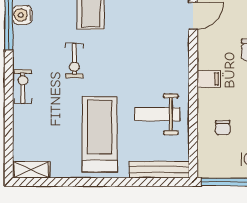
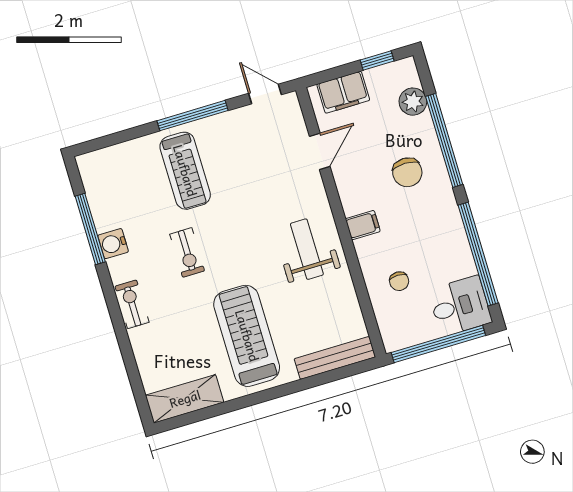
water cooler: (22, 15) -> (113, 244), moved
weight bench: (157, 114) -> (307, 249), moved, turned 90
shelving: (31, 170) -> (185, 399), width x1.50, depth x1.33

